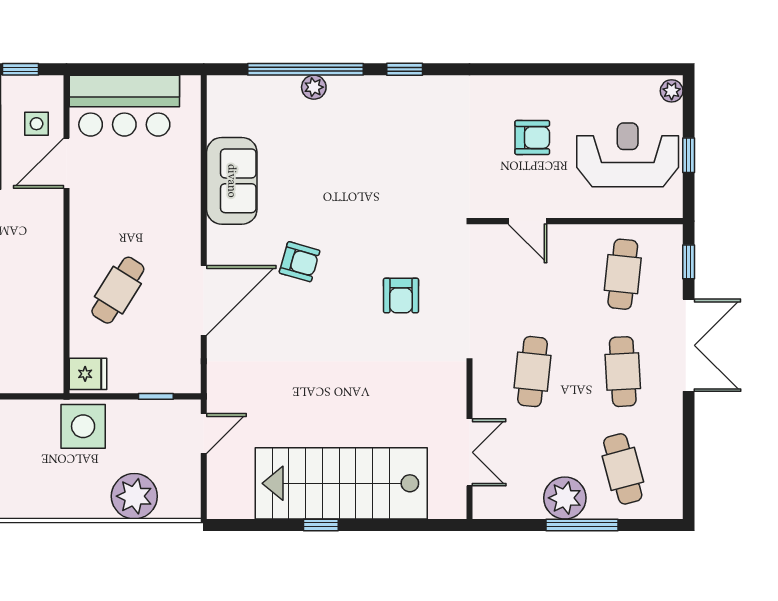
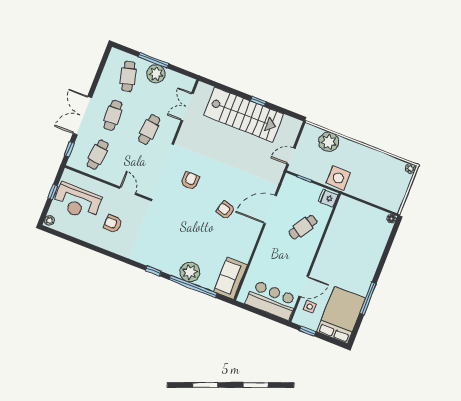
plant: (314, 87) -> (190, 272), width x1.88, depth x1.88
sofa: (232, 181) -> (230, 278), moved

